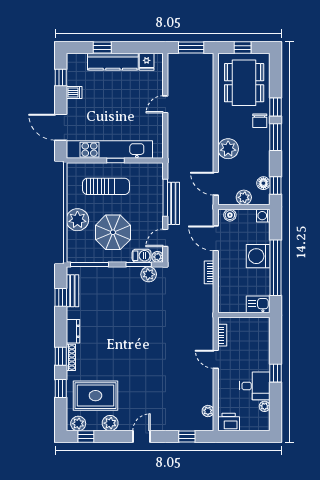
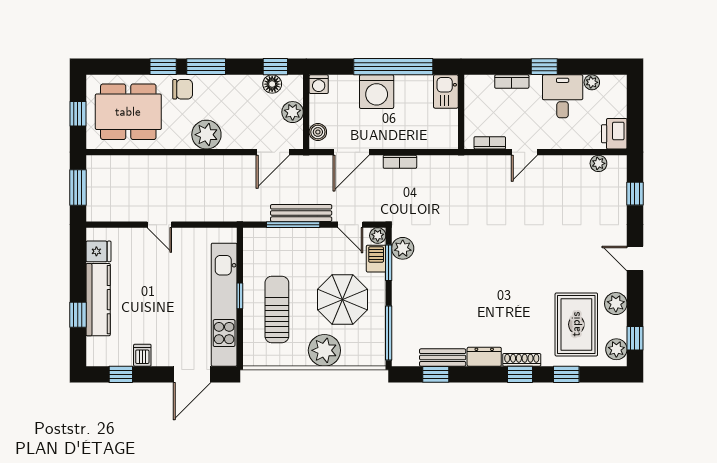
plant: (228, 149) -> (206, 135), moved
bench: (72, 291) -> (443, 358), moved
bookcase: (265, 350) -> (512, 82), added

